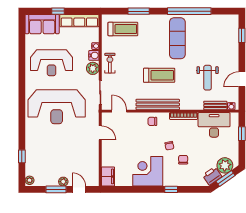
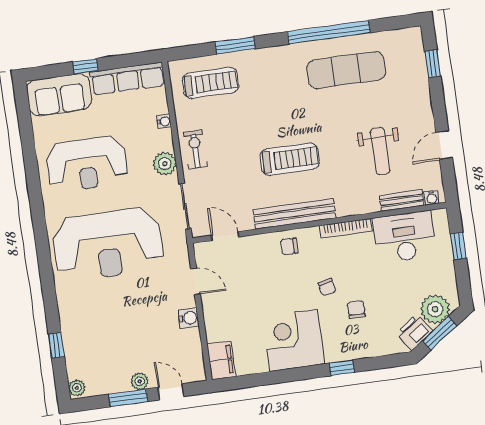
exercise mat: (177, 38) -> (346, 70), moved, turned 90
water cooler: (94, 55) -> (189, 318), moved

